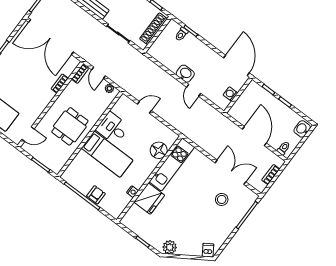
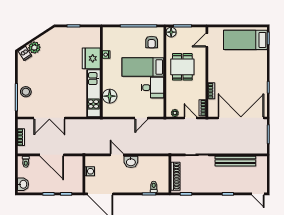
floor lamp: (56, 167) -> (171, 32), added
armchair: (96, 195) -> (152, 42), moved
stool: (222, 199) -> (26, 92), moved
plant: (170, 247) -> (34, 47), moved

